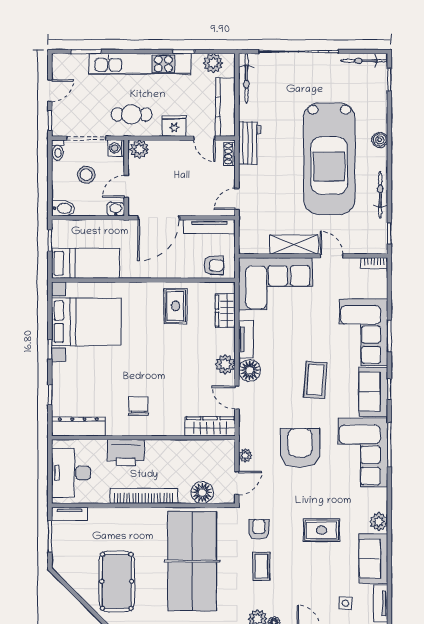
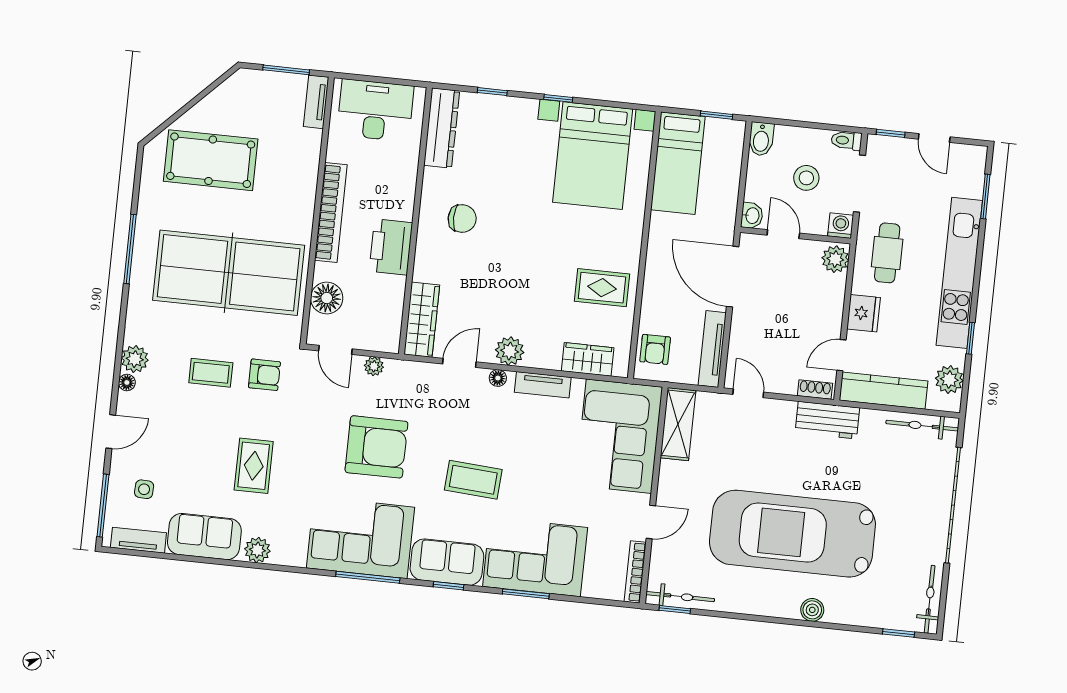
bicycle: (380, 195) -> (680, 597), moved
shelving: (294, 245) -> (678, 424), moved
bookcase: (374, 263) -> (635, 572), width x1.56
floor lamp: (250, 370) -> (498, 378), width x0.53, depth x0.53
printer: (126, 453) -> (391, 247), moved

